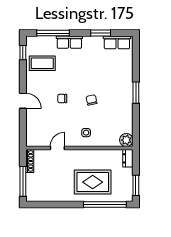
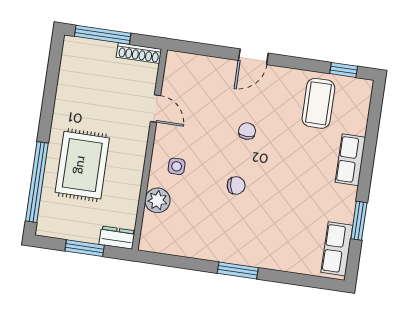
window: (53, 33) -> (372, 132), removed
plant: (126, 140) -> (157, 200), moved
window: (136, 185) -> (85, 248), moved

